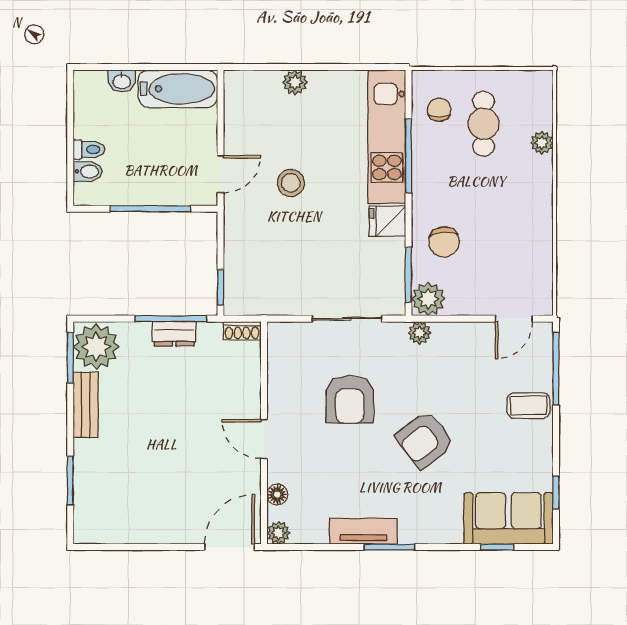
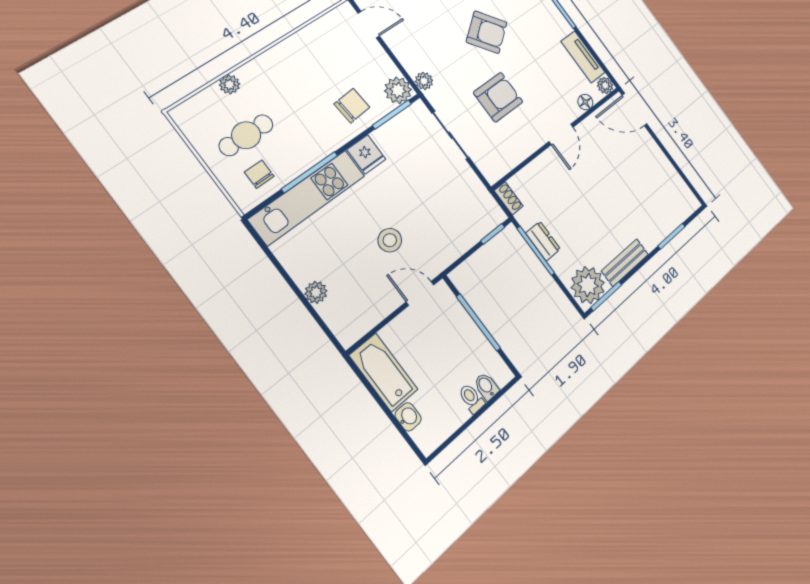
chair: (439, 110) -> (259, 174), turned 90
tv unit: (363, 531) -> (583, 57), moved

